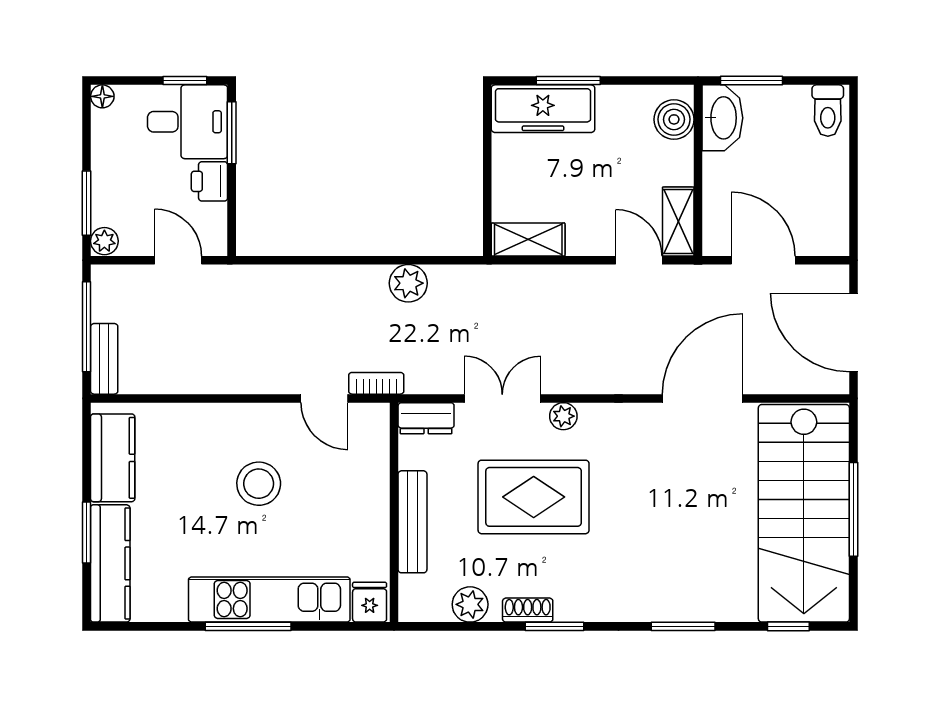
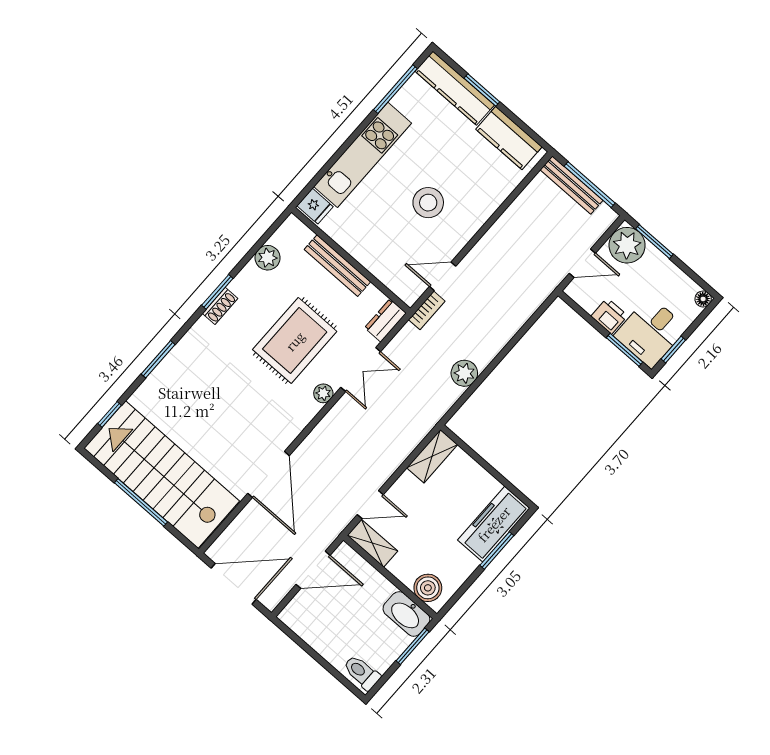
plant: (104, 241) -> (627, 245), width x1.88, depth x1.88
bench: (104, 359) -> (571, 185), width x1.36
shoe rack: (528, 610) -> (220, 306), moved
window: (248, 626) -> (395, 89), moved

